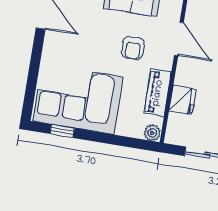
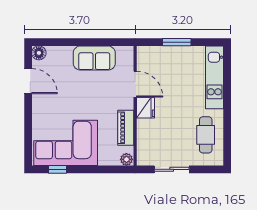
armchair: (133, 48) -> (101, 97), removed
fridge: (182, 100) -> (146, 108), moved

